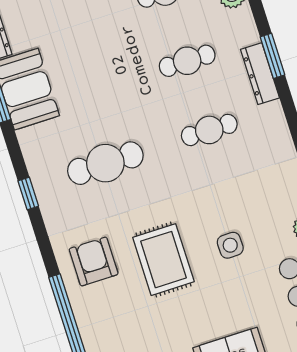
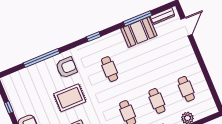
cafe table: (105, 163) -> (110, 69), width x0.73, depth x0.74

